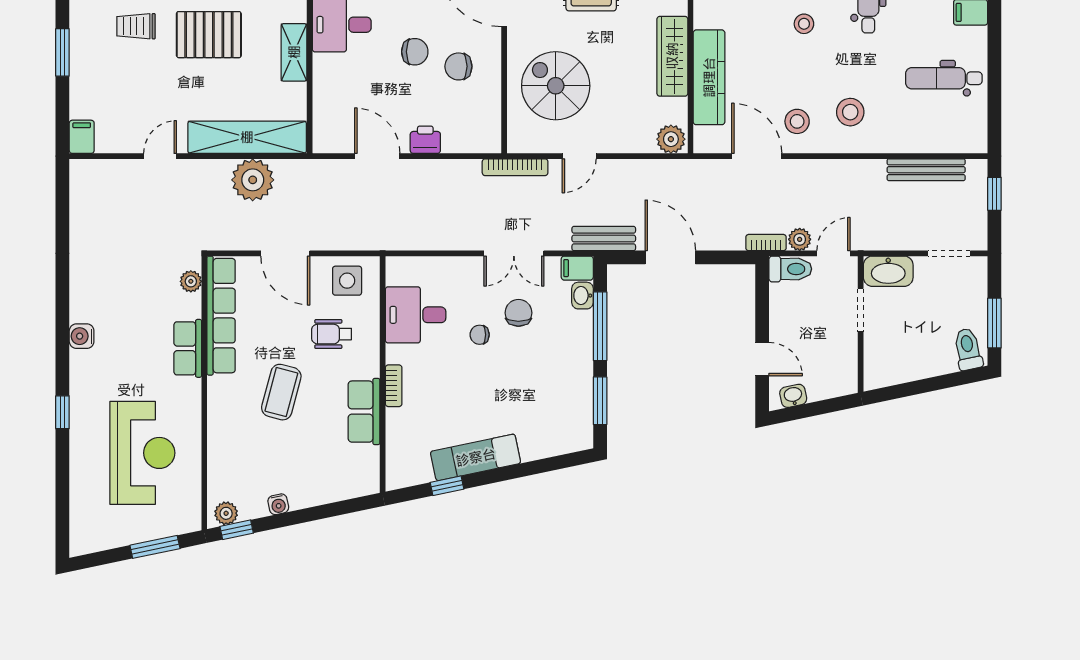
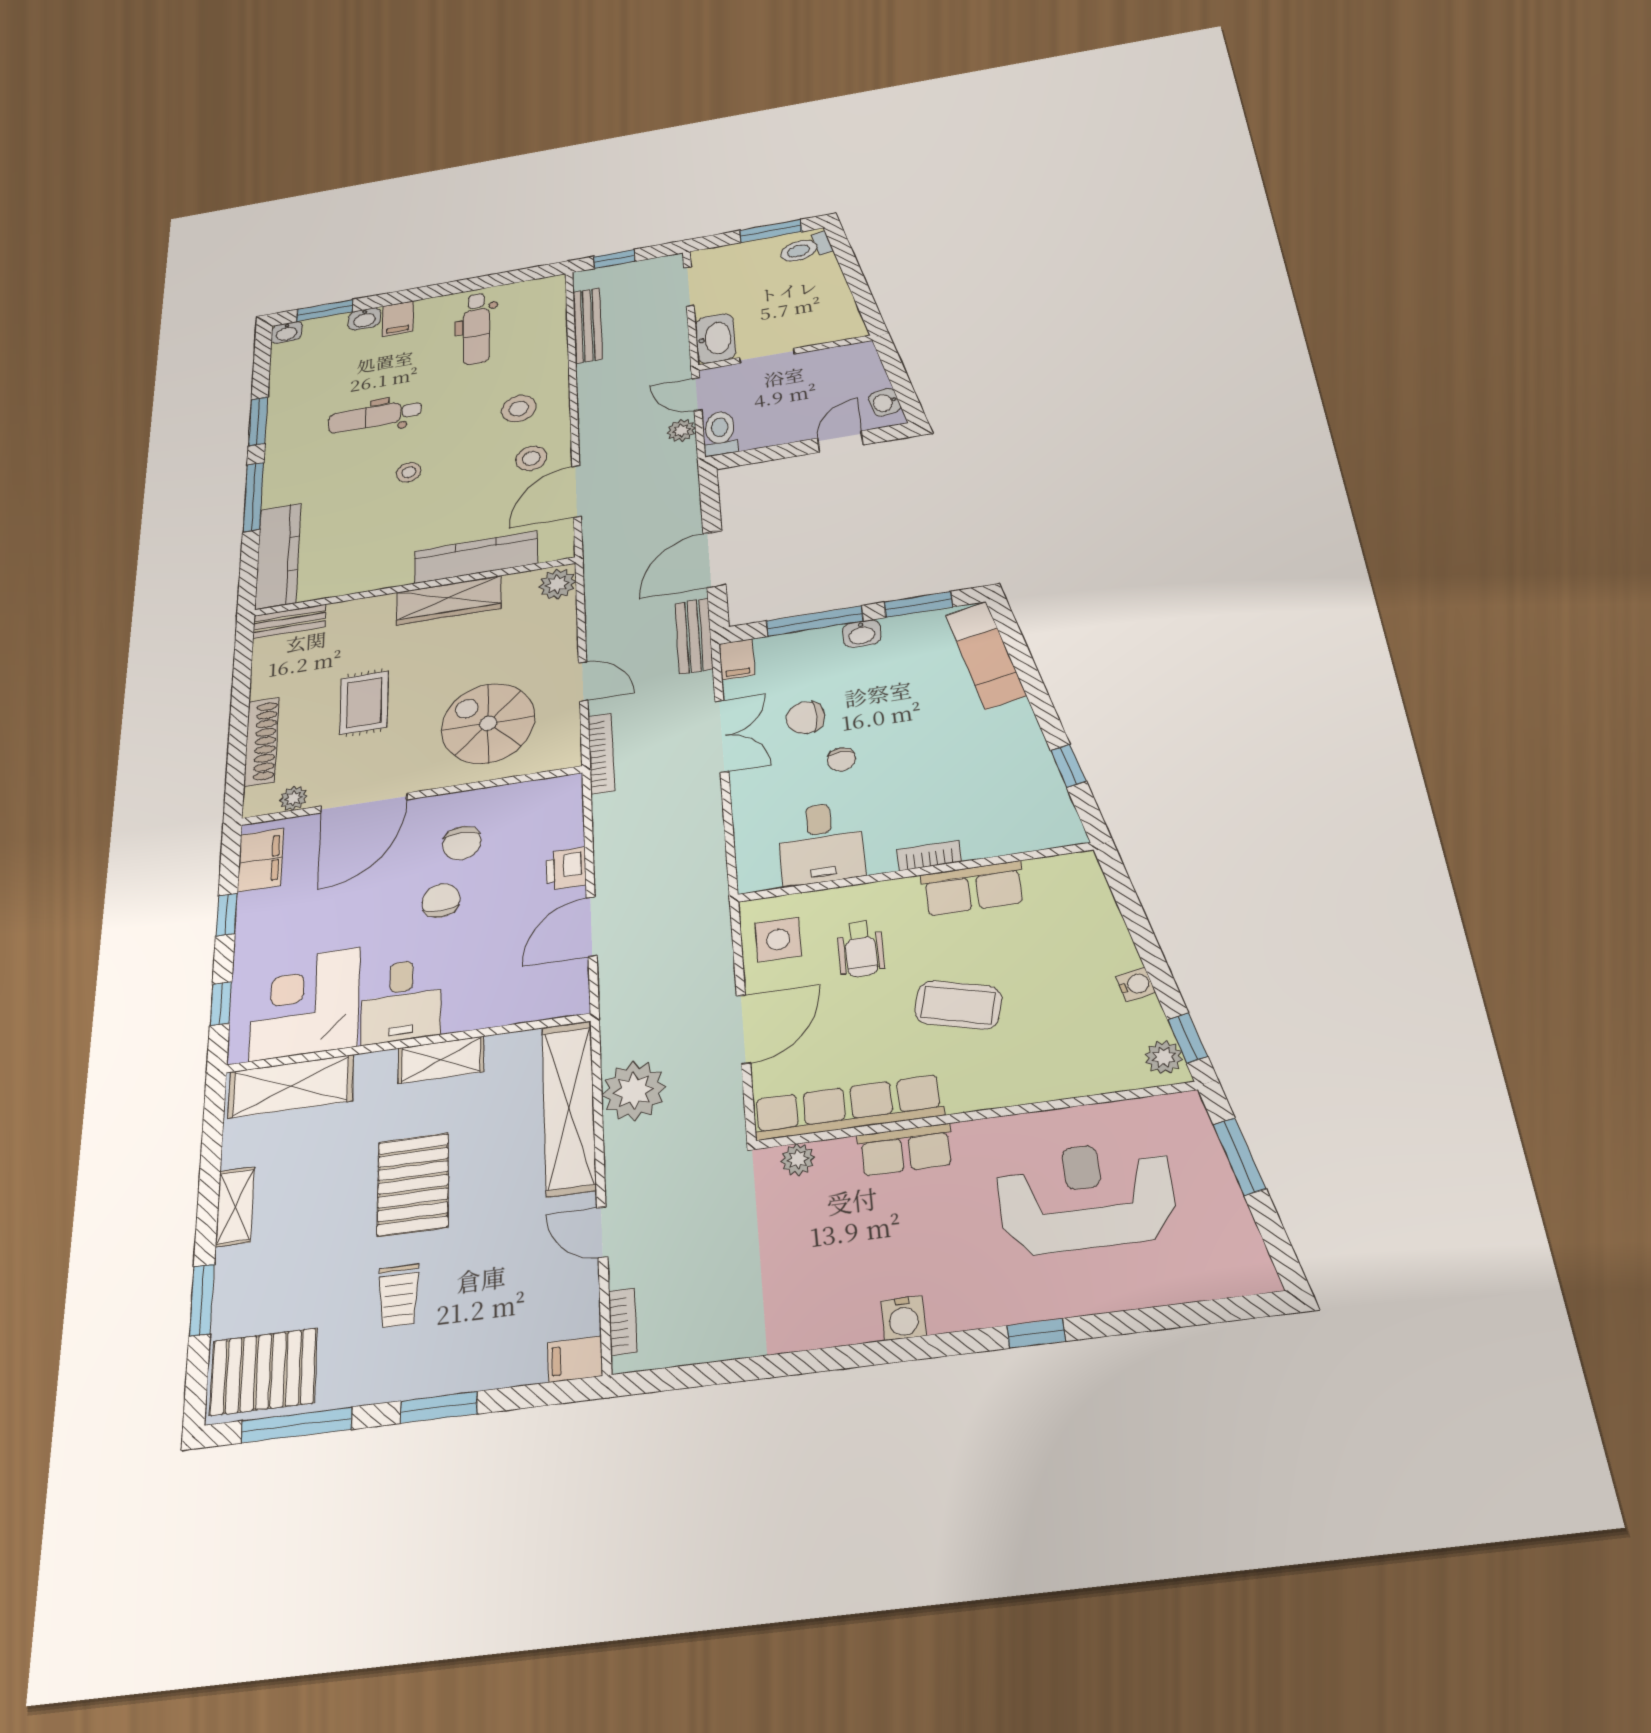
spiral stairs: (556, 86) -> (488, 723), turned 90
bookcase: (766, 243) -> (623, 1322), moved, turned 180
washbasin: (582, 296) -> (862, 634), moved
exam couch: (476, 457) -> (986, 655), moved

